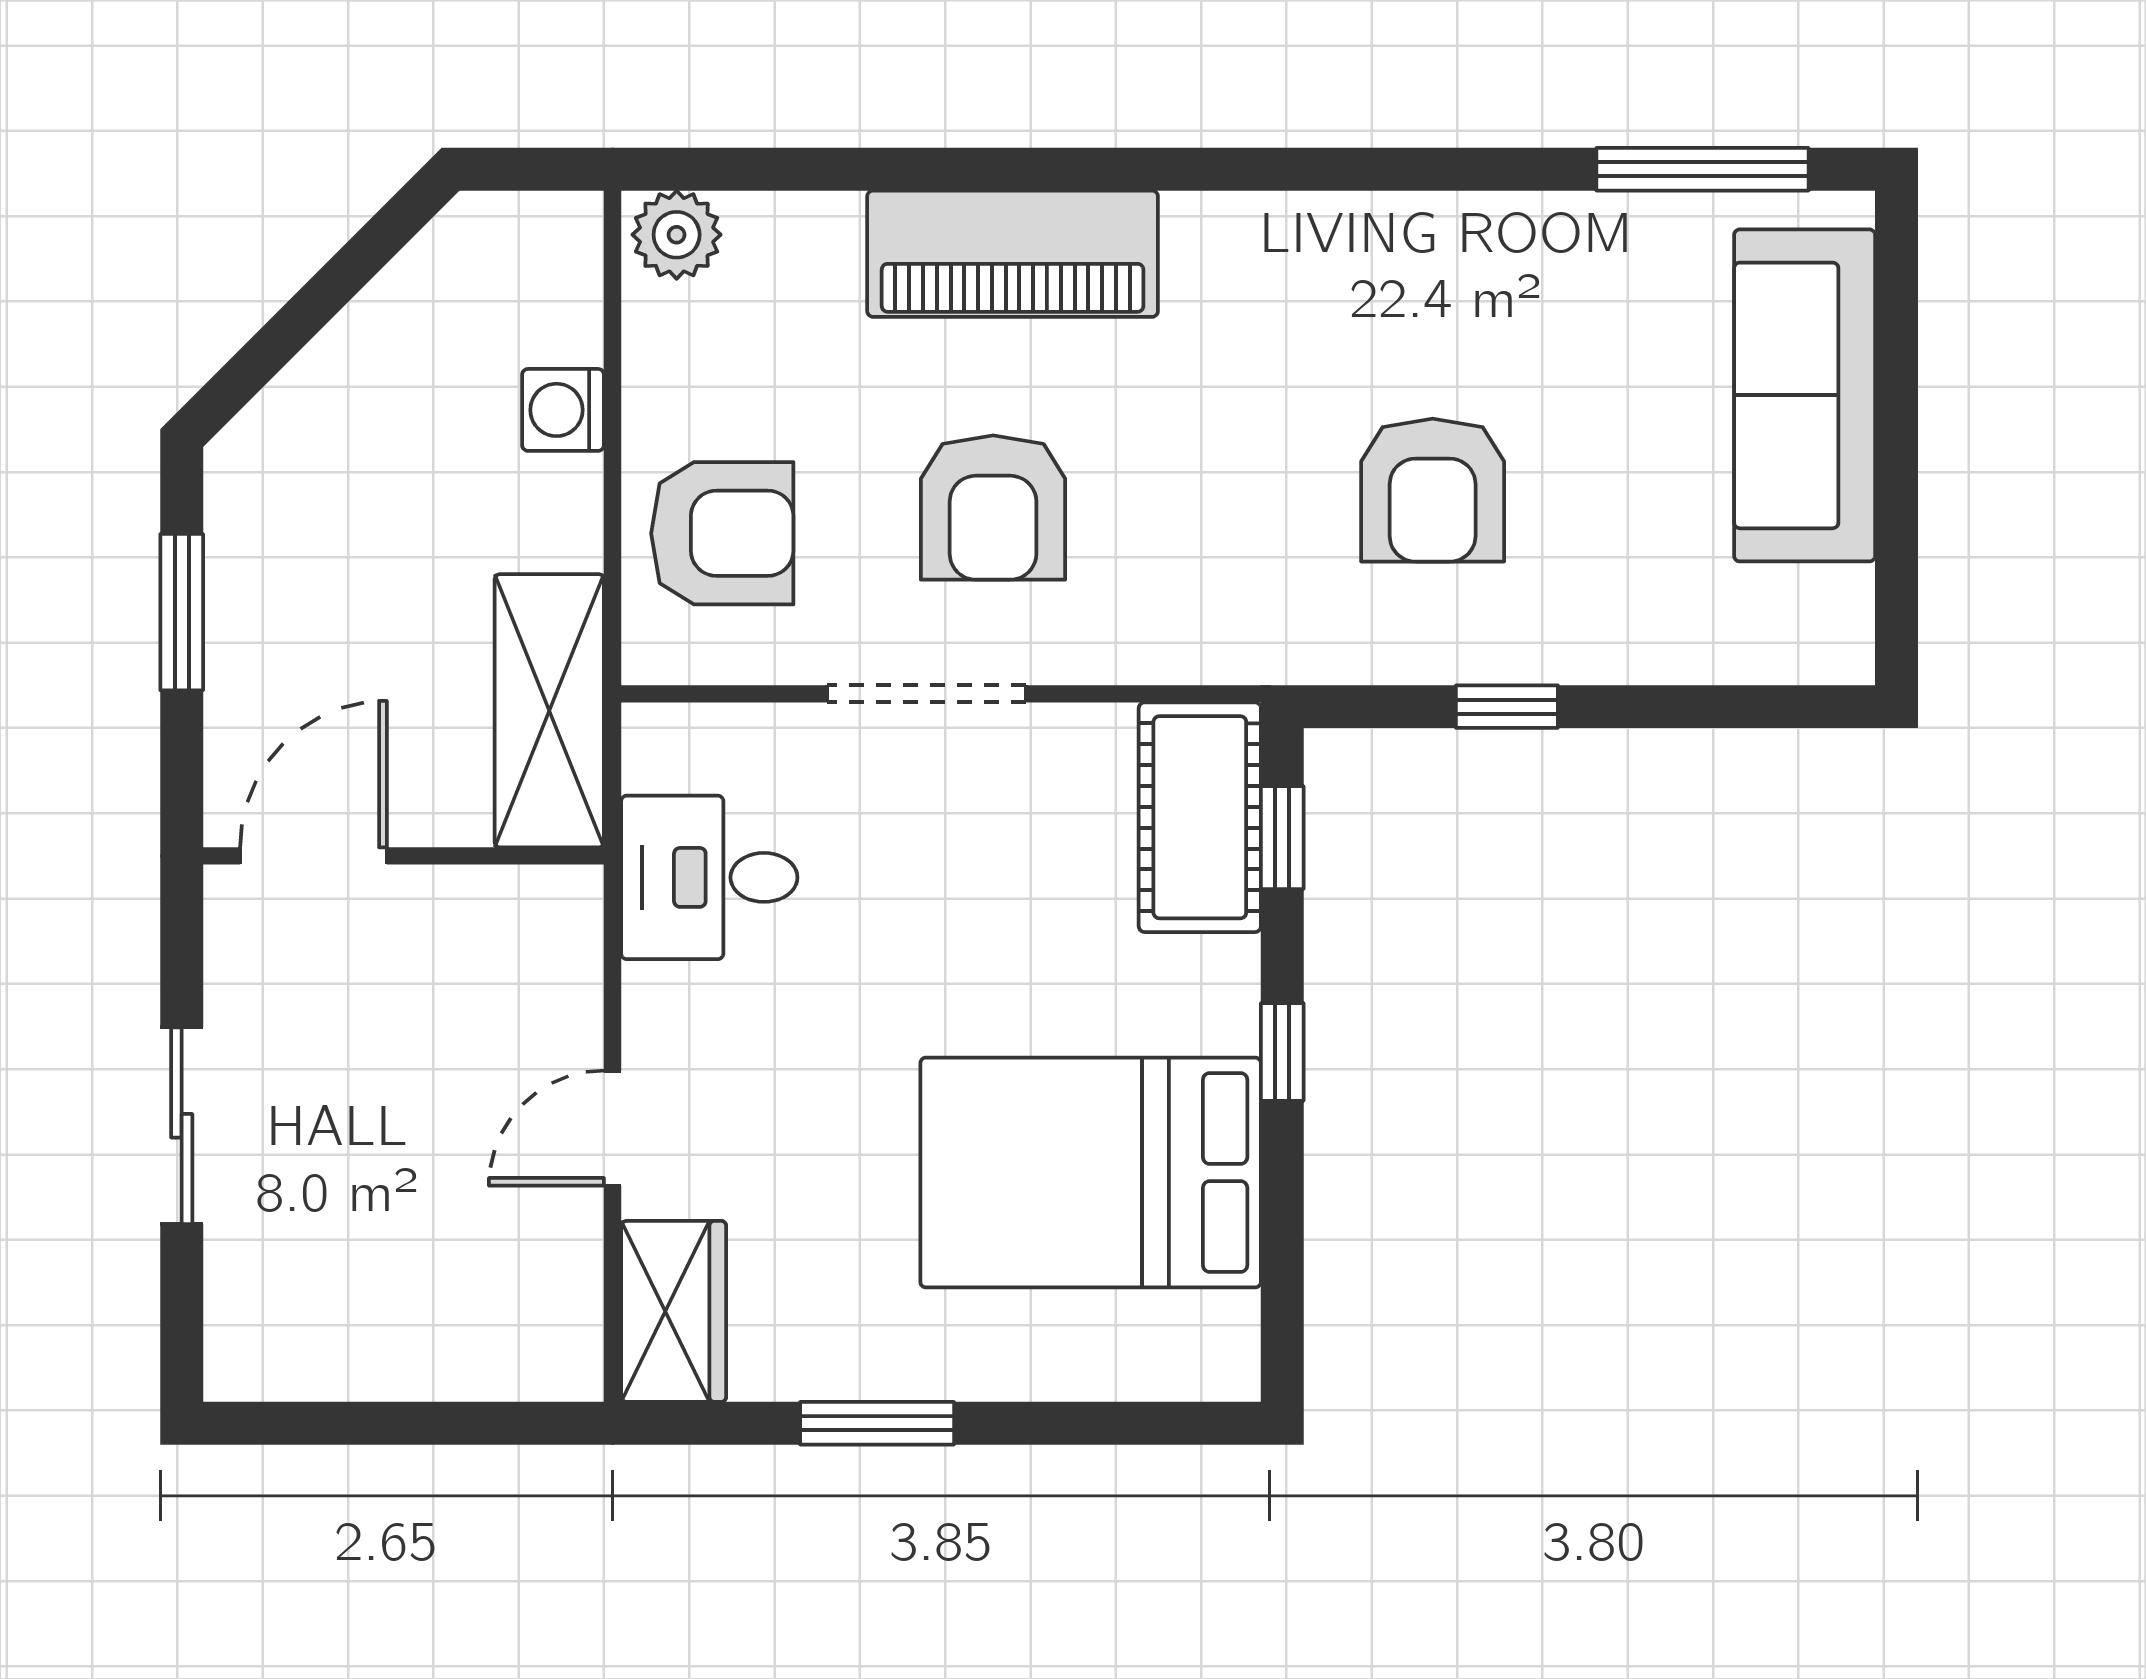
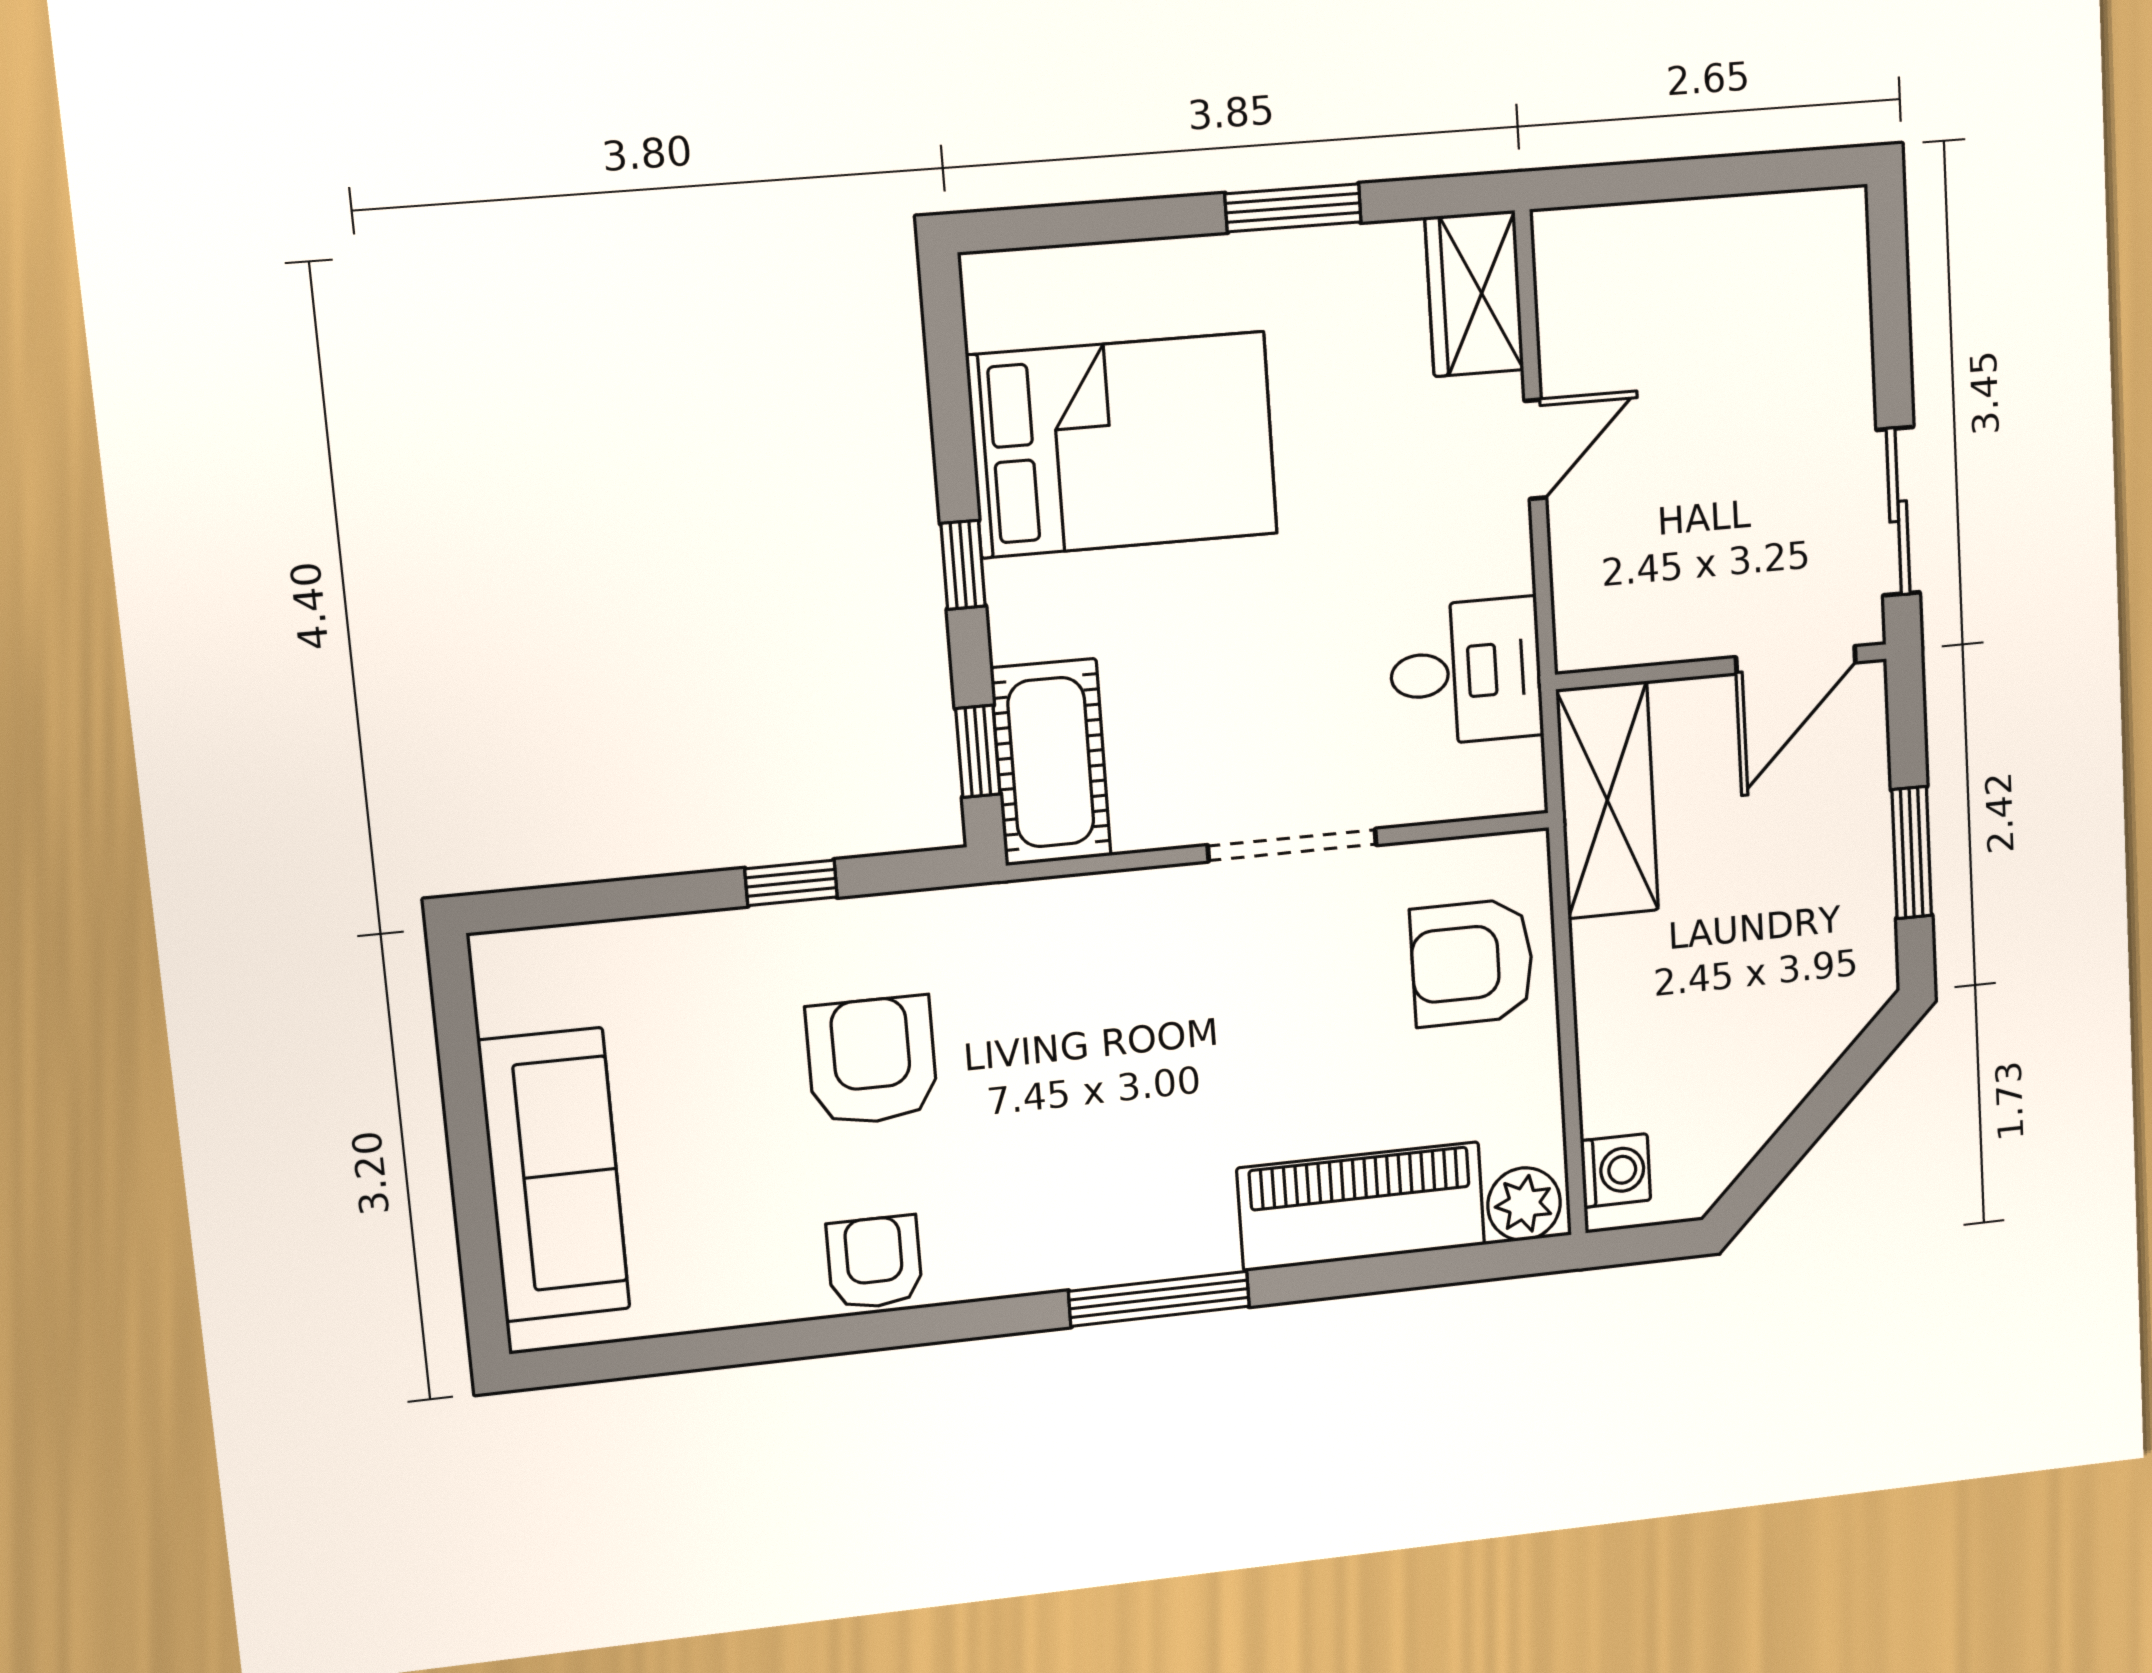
window: (1702, 169) -> (1159, 1299), moved
piano: (1013, 254) -> (1361, 1206), moved
washing machine: (563, 410) -> (1616, 1171), moved
armchair: (993, 507) -> (874, 1263), moved, width x0.72, depth x0.72
sliding door: (182, 1126) -> (1898, 511), moved

